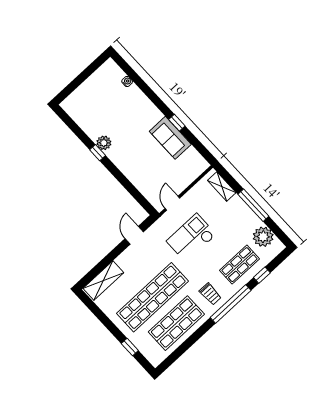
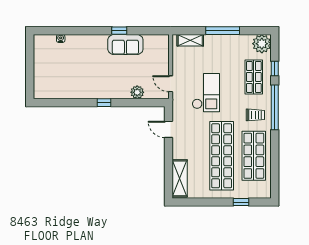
plant: (104, 143) -> (137, 92), moved
window: (98, 153) -> (104, 103), moved
plant: (263, 237) -> (262, 44), moved
checkout: (191, 238) -> (206, 93), turned 180

